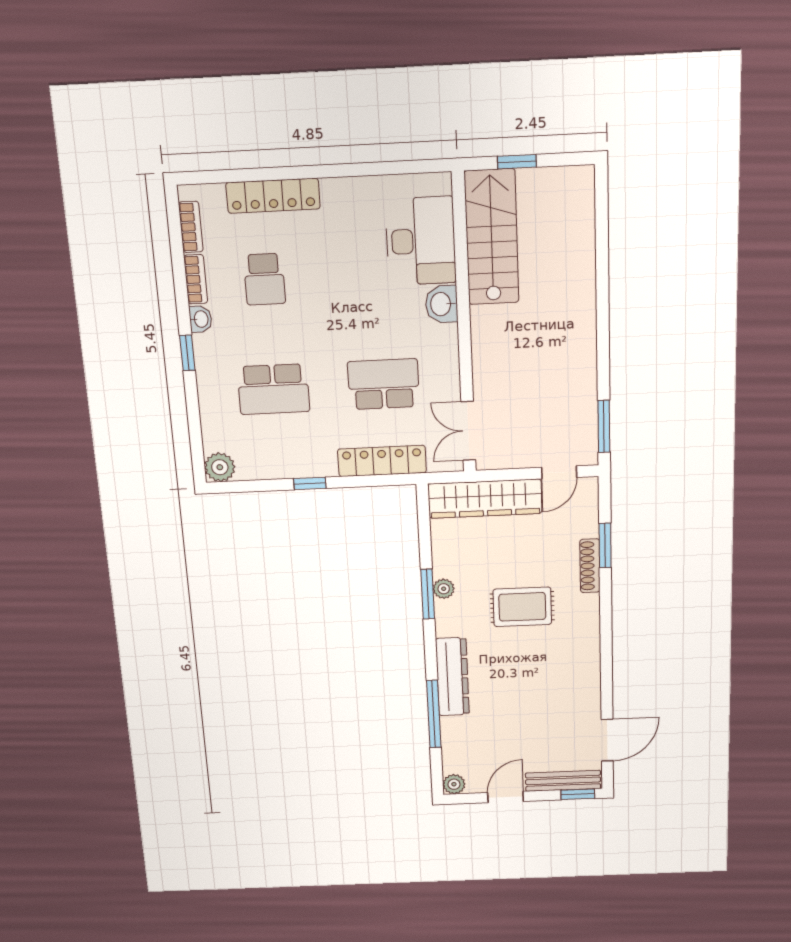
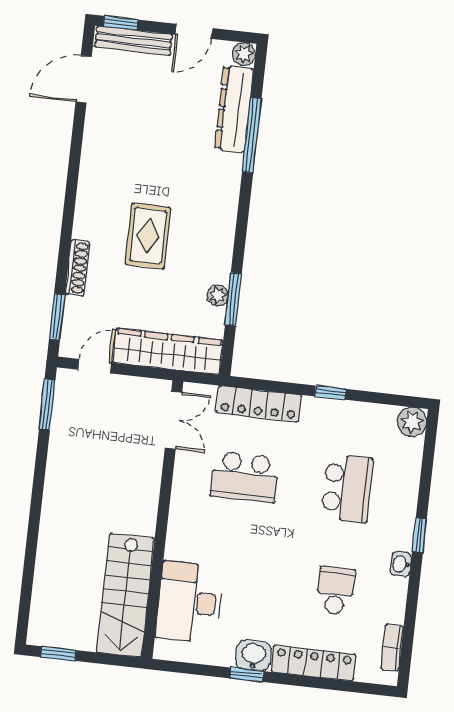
window: (517, 162) -> (59, 654), moved
window: (344, 170) -> (247, 675), added
bookcase: (196, 279) -> (398, 601), removed
washbasin: (442, 304) -> (253, 656), moved, turned -90
school desk: (273, 389) -> (347, 488), turned 90
window: (605, 545) -> (57, 317), moved
plant: (444, 589) -> (218, 295), moved
window: (428, 594) -> (233, 299), moved
rug: (522, 607) -> (148, 236), turned 90
dresser: (452, 677) -> (234, 109), moved

